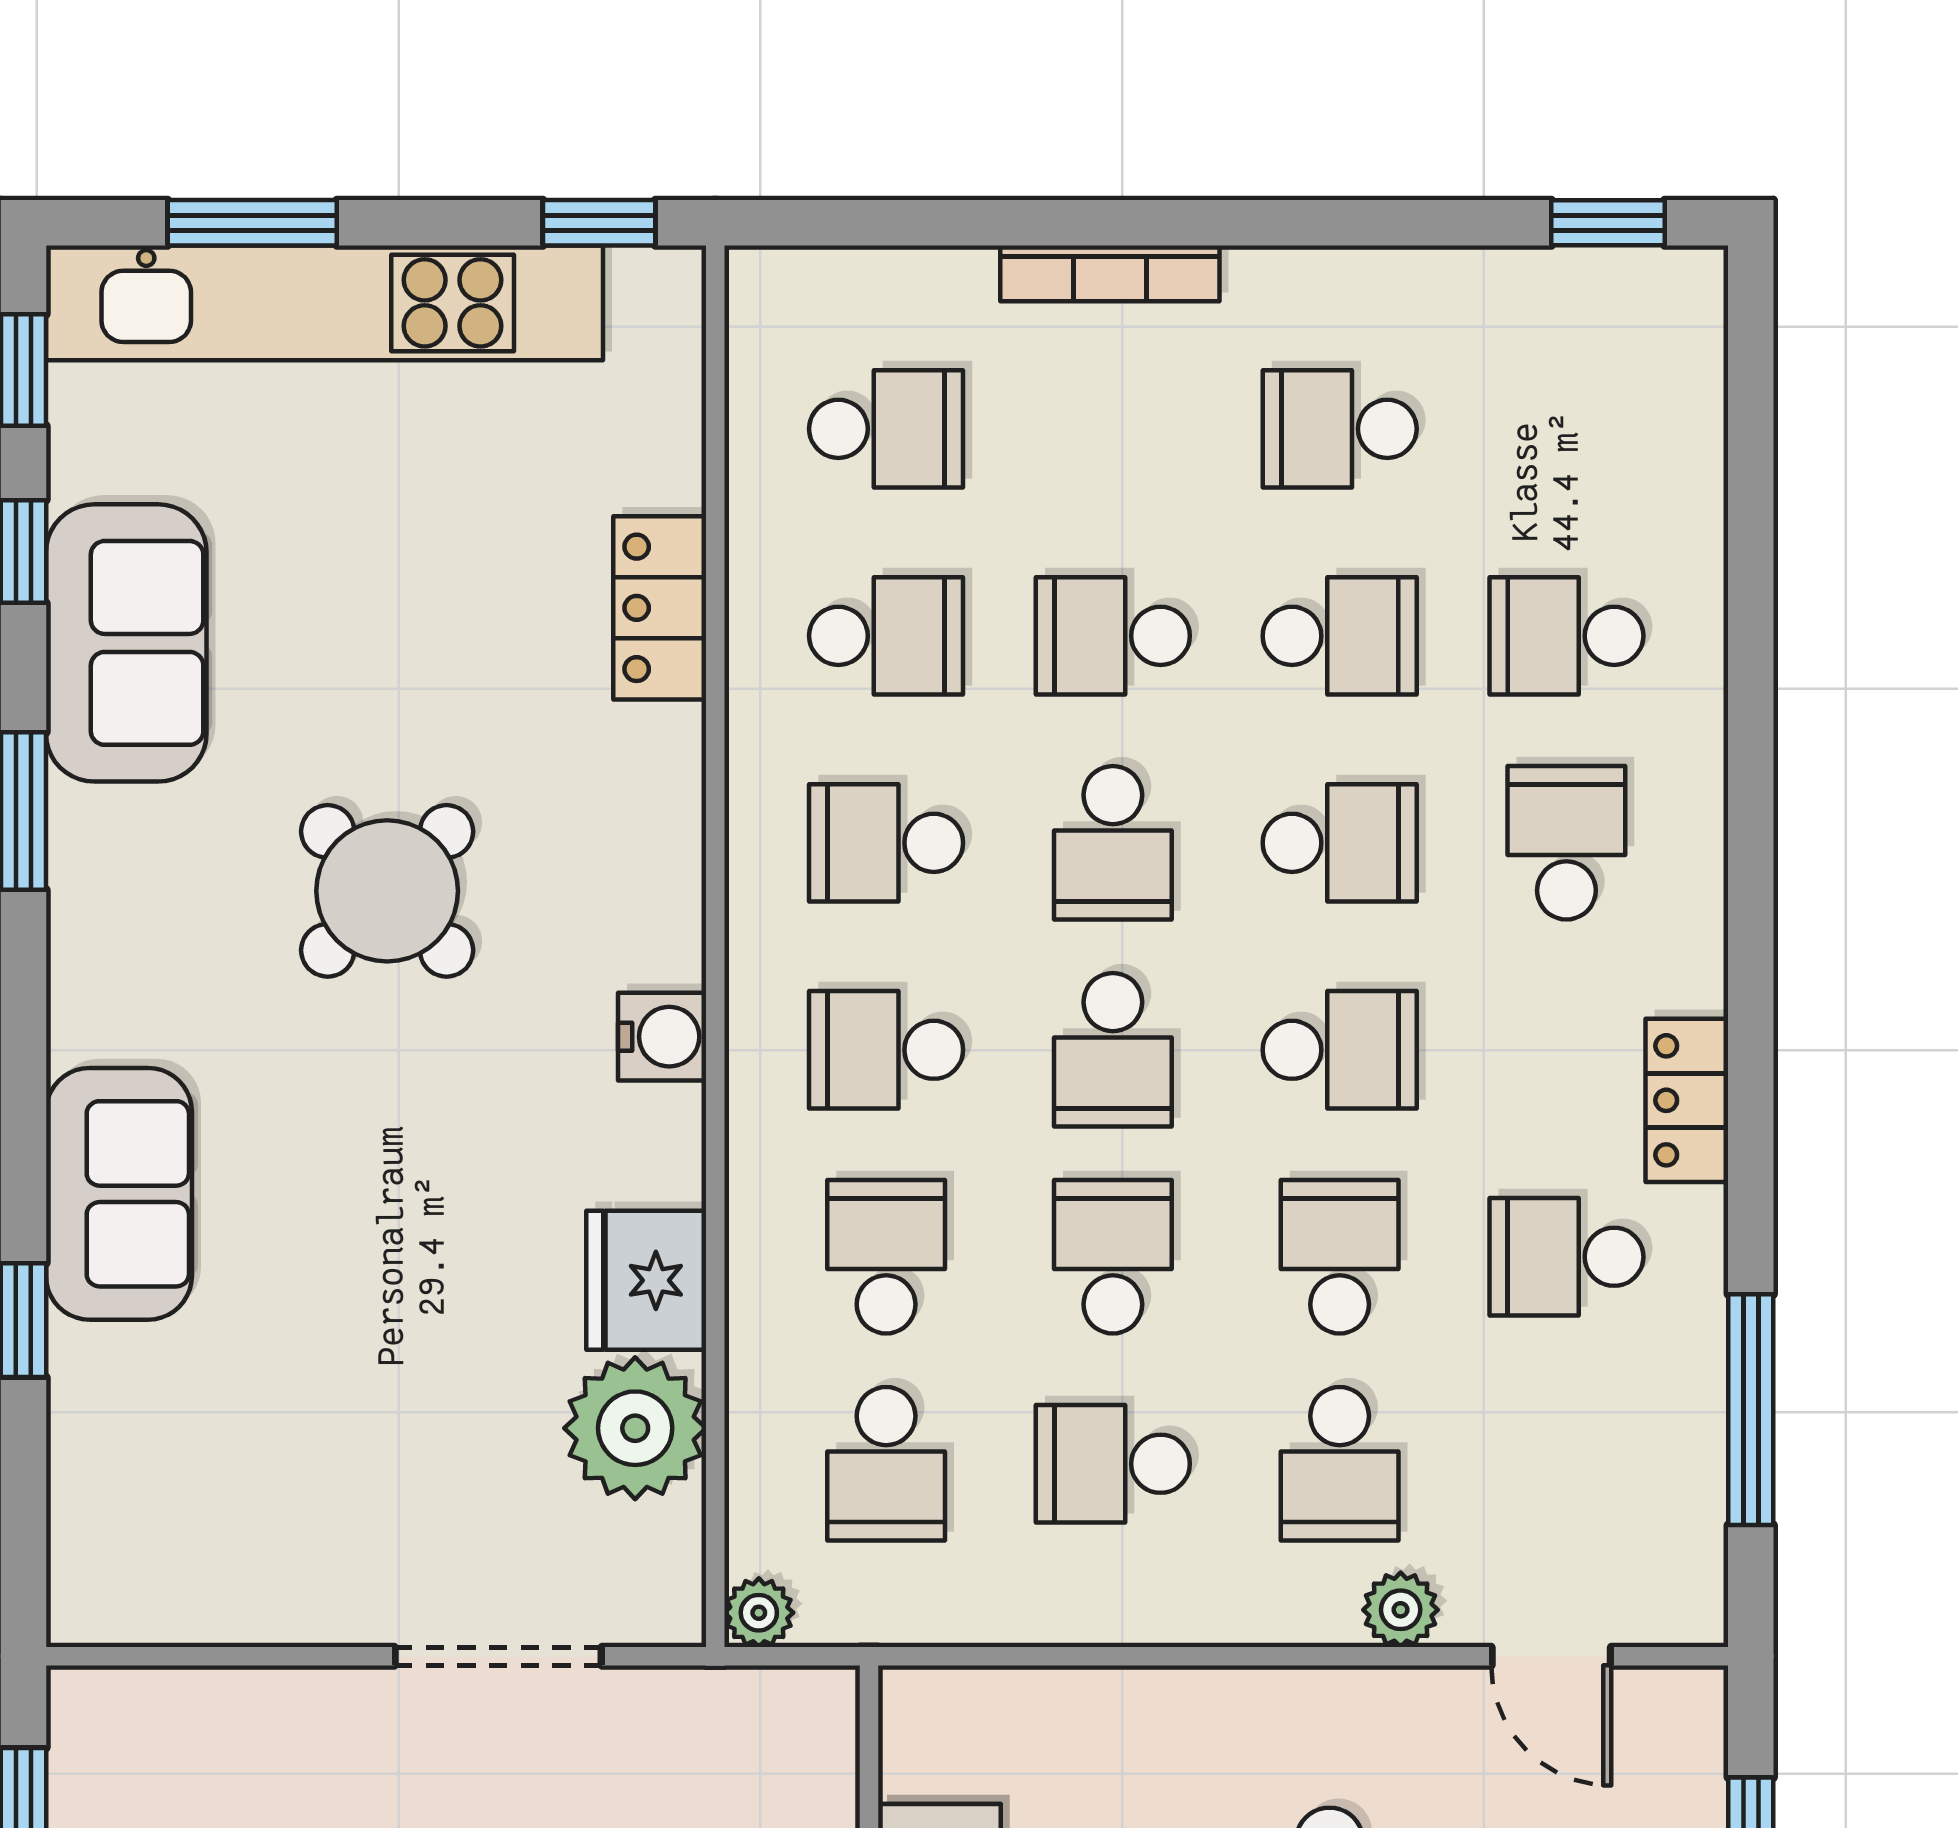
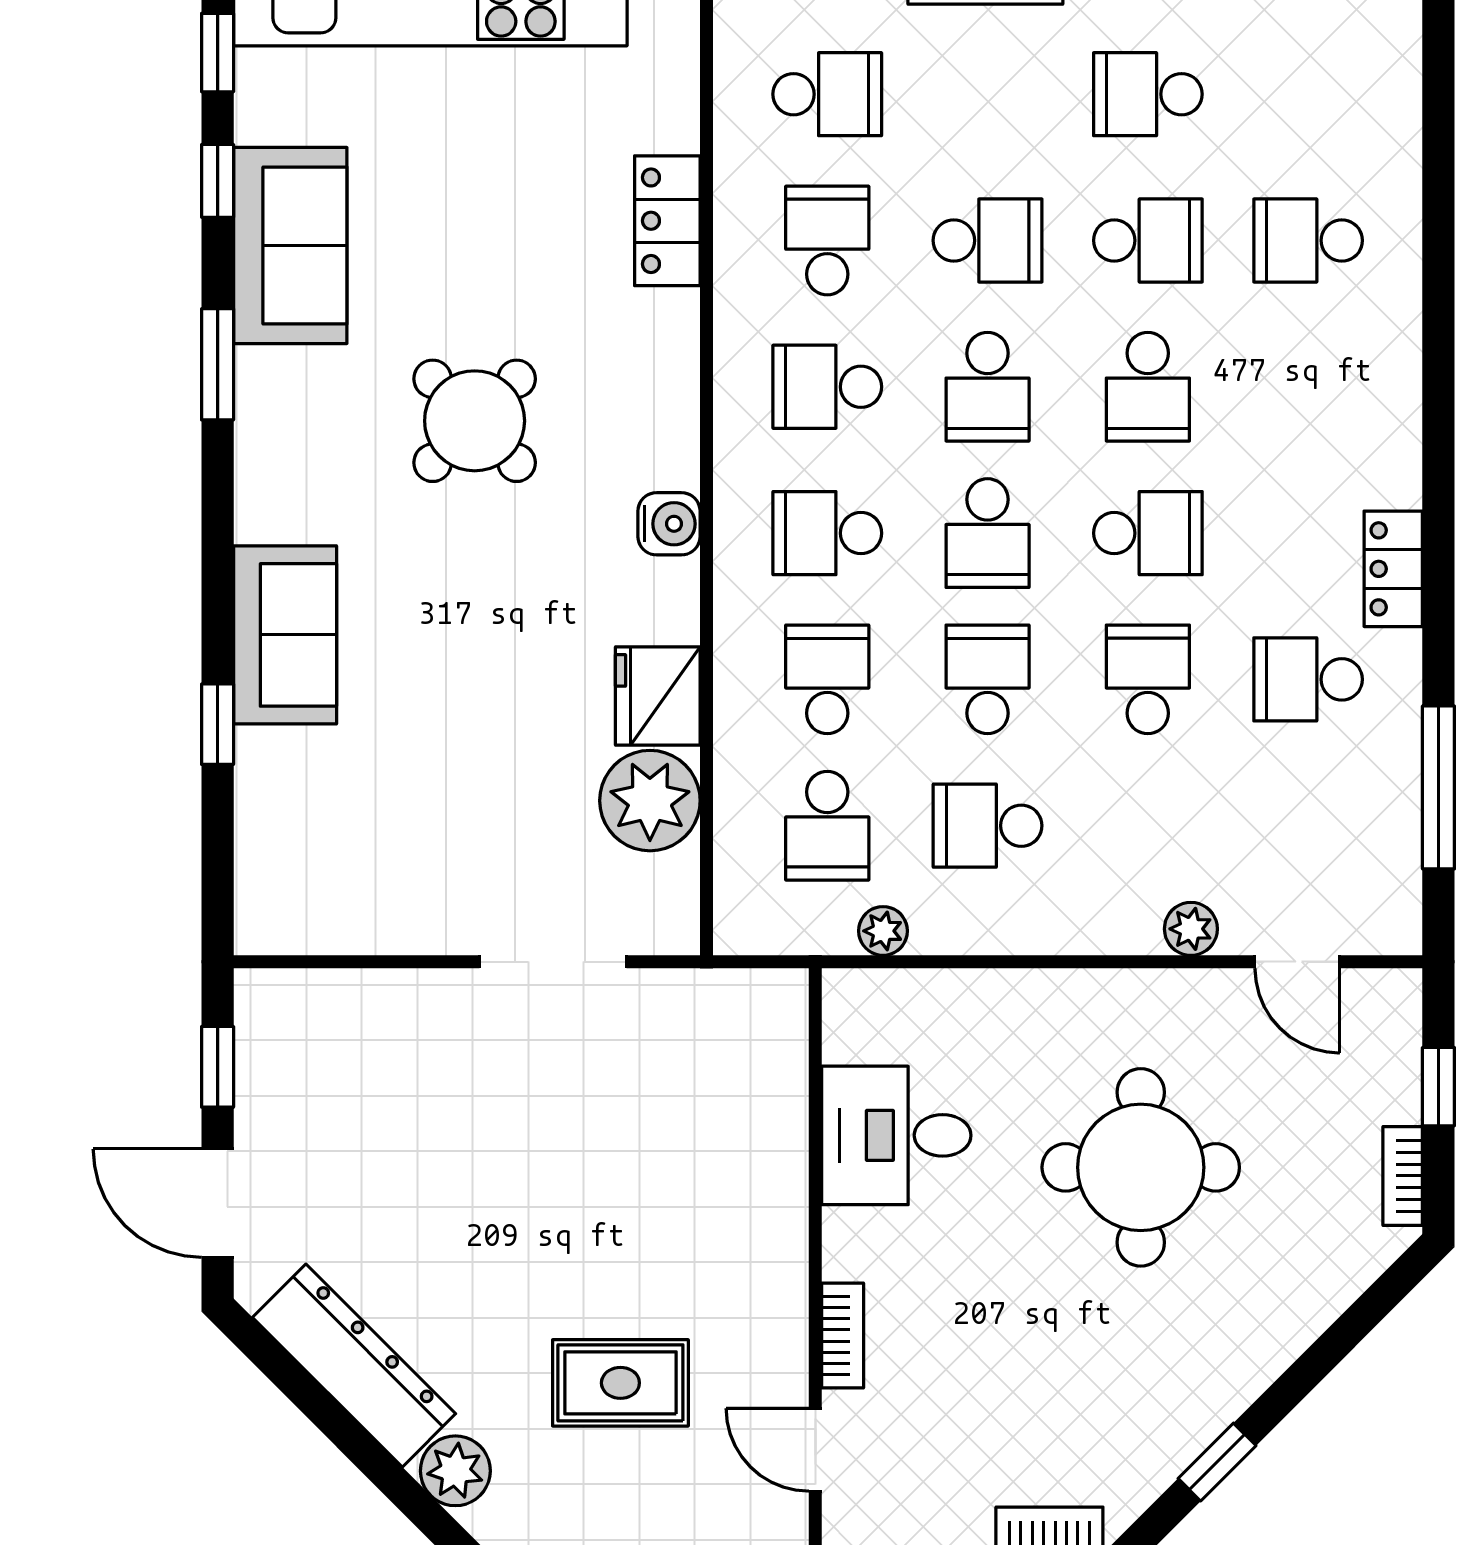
school desk: (886, 636) -> (827, 240), turned -90
school desk: (1113, 636) -> (988, 240), turned 180
school desk: (1340, 843) -> (1148, 387), turned 90
school desk: (1566, 843) -> (1308, 387), removed
school desk: (1340, 1464) -> (1148, 826), removed
plant: (759, 1613) -> (883, 931), moved

